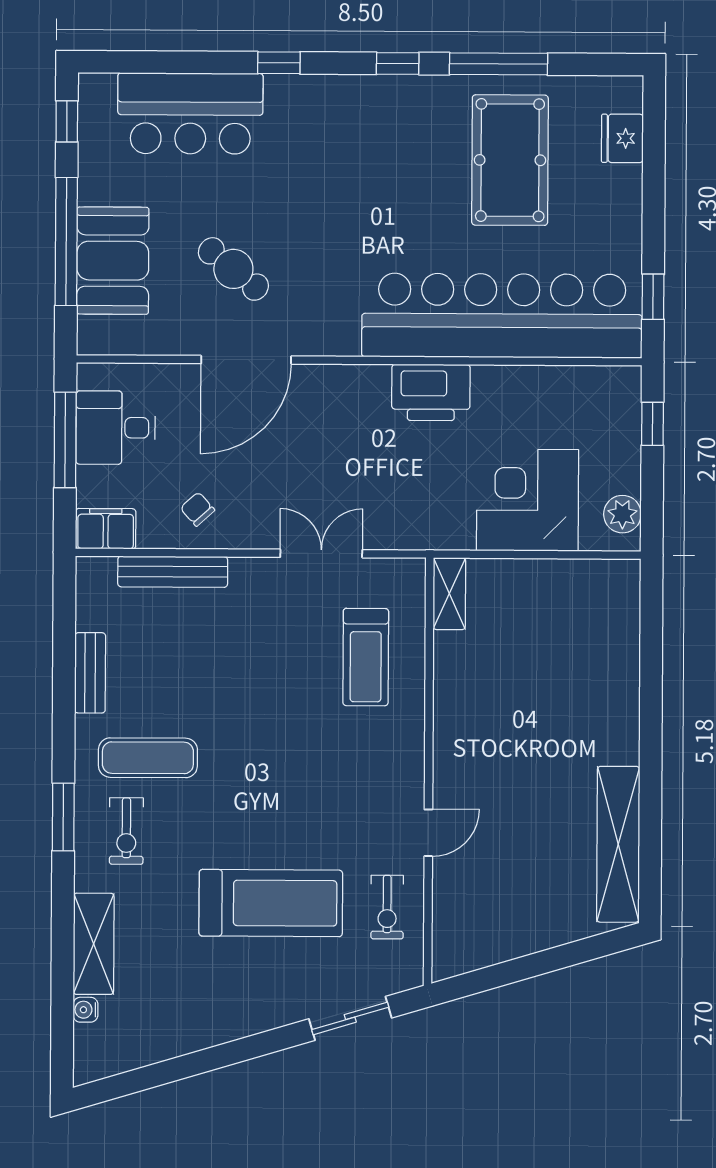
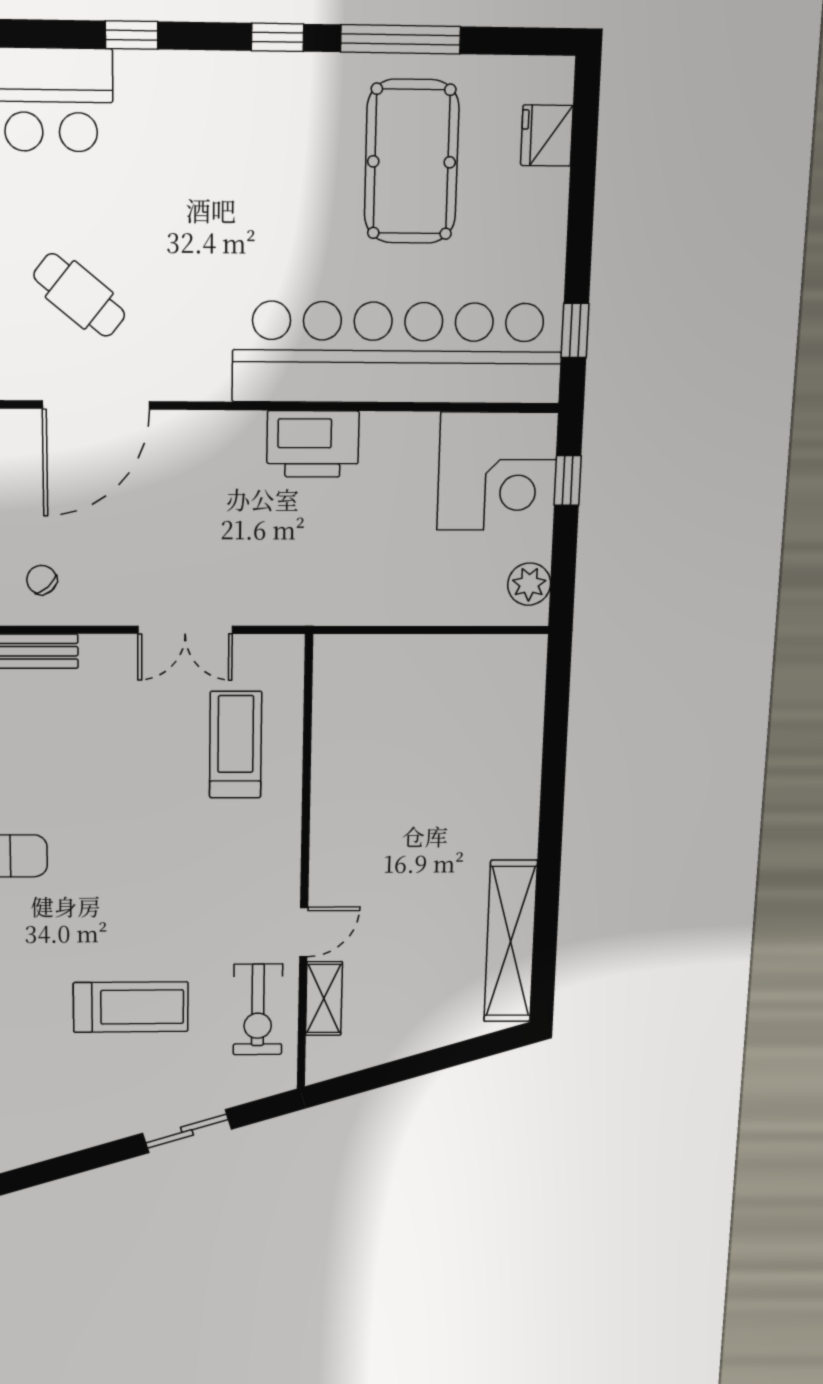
corner desk: (528, 500) -> (497, 471), moved, turned 180
double door: (321, 554) -> (185, 630), swing flipped
shelving: (449, 594) -> (324, 999), moved
treadmill: (366, 657) -> (236, 745), turned 180
treadmill: (271, 903) -> (131, 1007), width x0.73, depth x0.73
exercise bike: (387, 907) -> (258, 1009), width x1.38, depth x1.39
sliding door: (350, 1018) -> (187, 1131), moved

